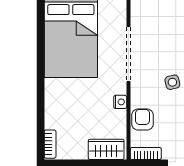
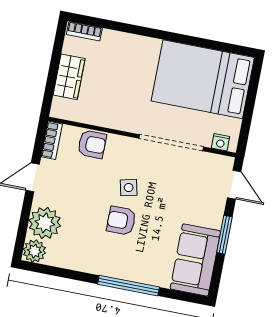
nightstand: (120, 102) -> (221, 142), moved
wardrobe: (106, 149) -> (69, 77), moved

